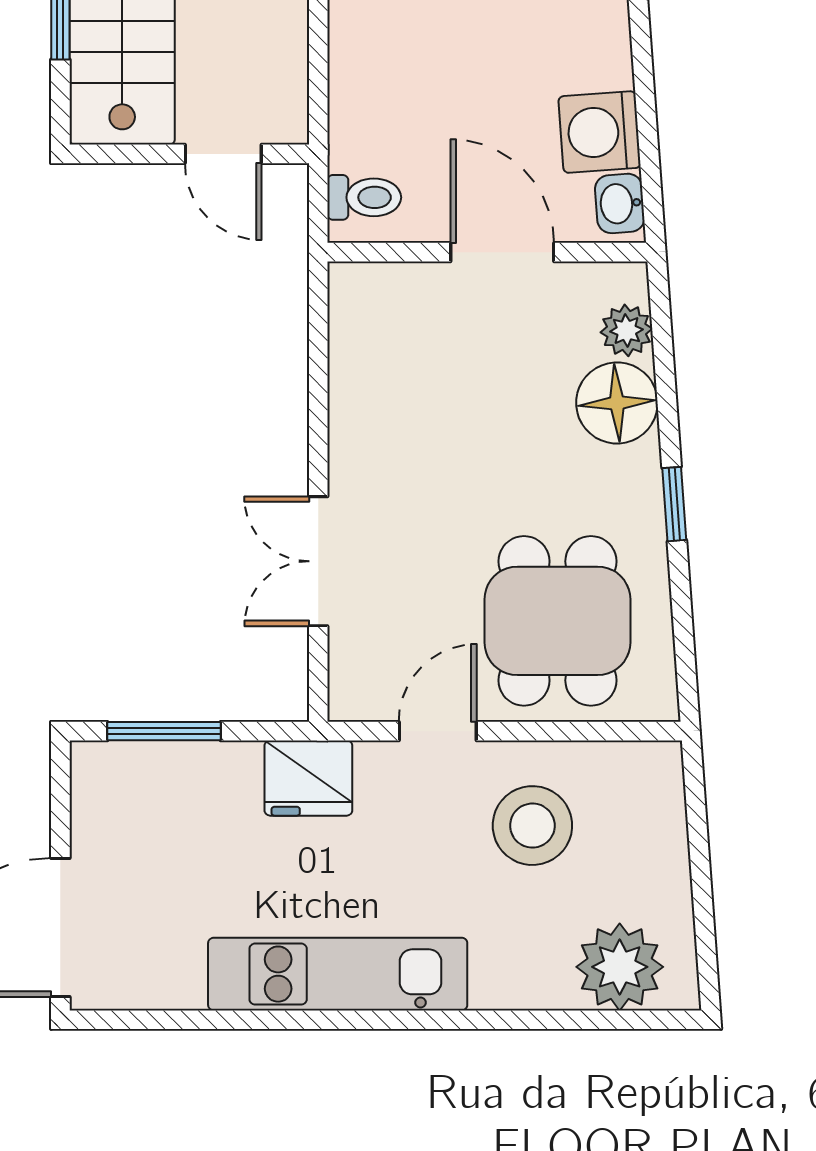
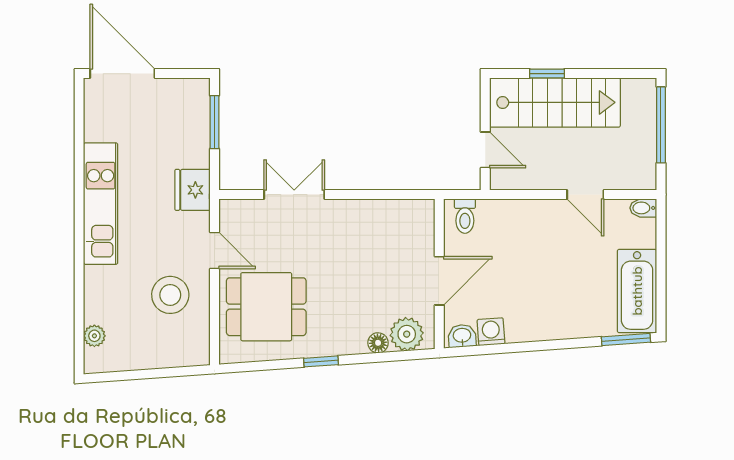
washing machine: (600, 132) -> (491, 332), width x0.73, depth x0.73
door: (223, 154) -> (485, 150), swing flipped
plant: (626, 330) -> (407, 334), width x1.38, depth x1.38
floor lamp: (617, 403) -> (378, 343), width x0.53, depth x0.53
plant: (620, 967) -> (94, 336), width x0.53, depth x0.53

